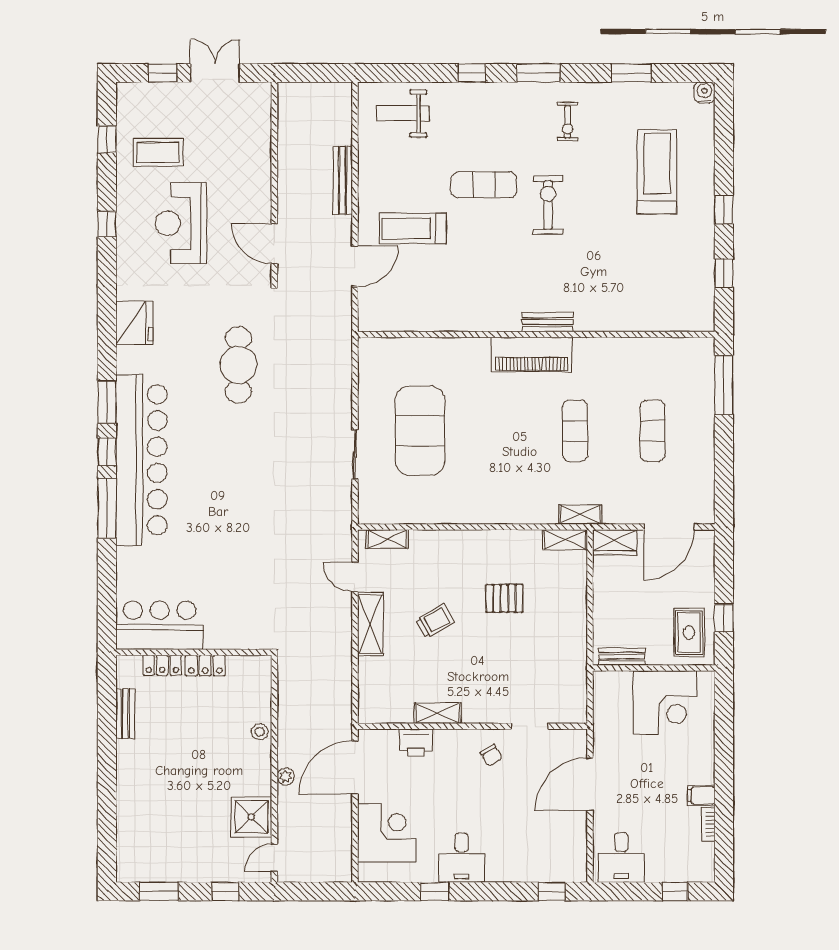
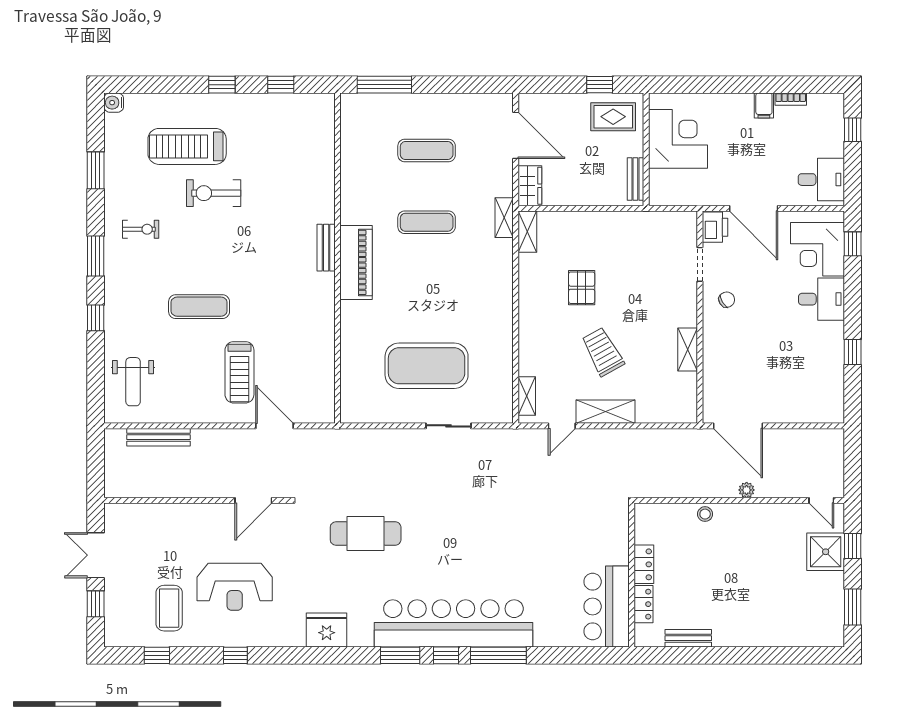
bench: (343, 180) -> (159, 437), moved
exercise mat: (484, 185) -> (199, 307), turned 90
exercise bike: (548, 205) -> (214, 193), moved
trolley: (435, 621) -> (603, 352), width x1.36, depth x1.39
printer: (416, 742) -> (715, 227), moved
shower: (251, 817) -> (826, 552), moved
corner desk: (387, 833) -> (818, 249), moved, turned -90
desk: (462, 858) -> (822, 299), moved

